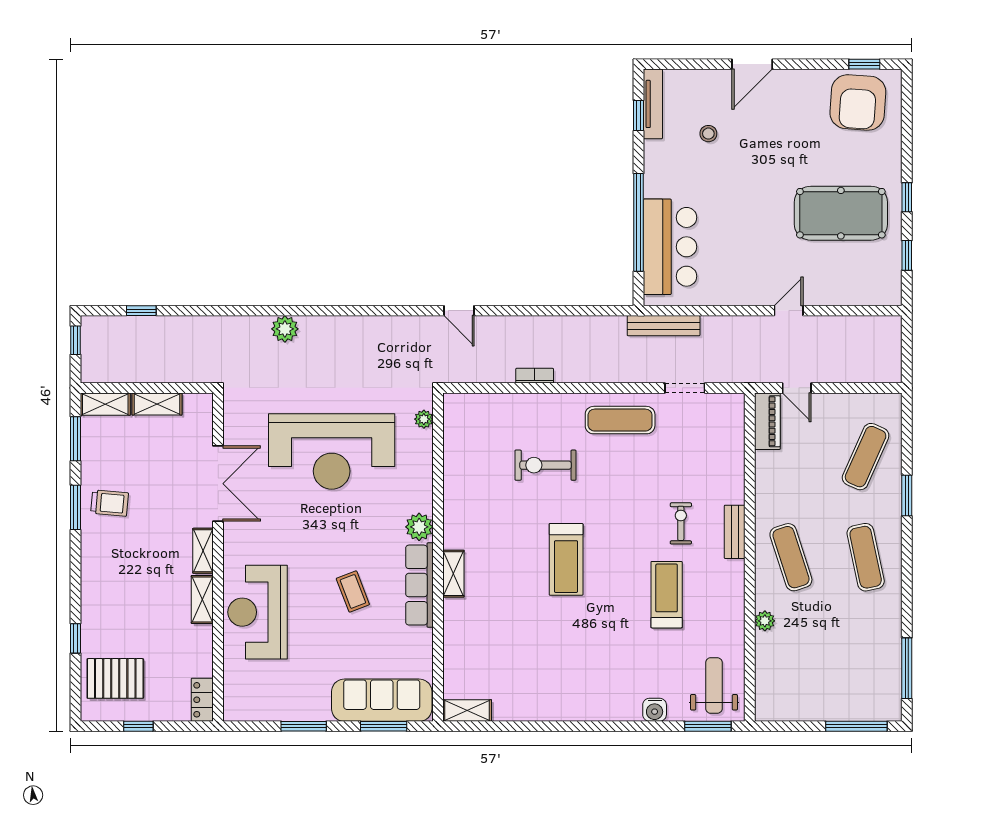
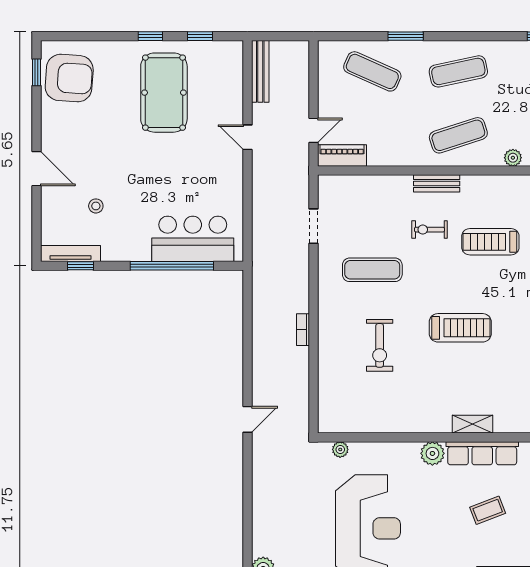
bench: (664, 326) -> (260, 71), moved
bookcase: (535, 376) -> (303, 330), moved
exercise mat: (620, 420) -> (372, 270), moved, turned 90

